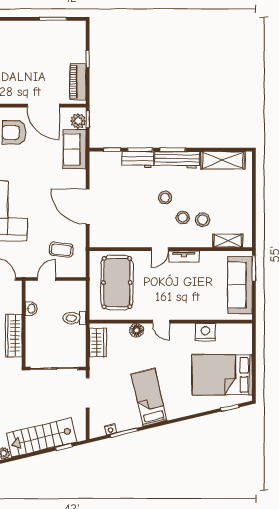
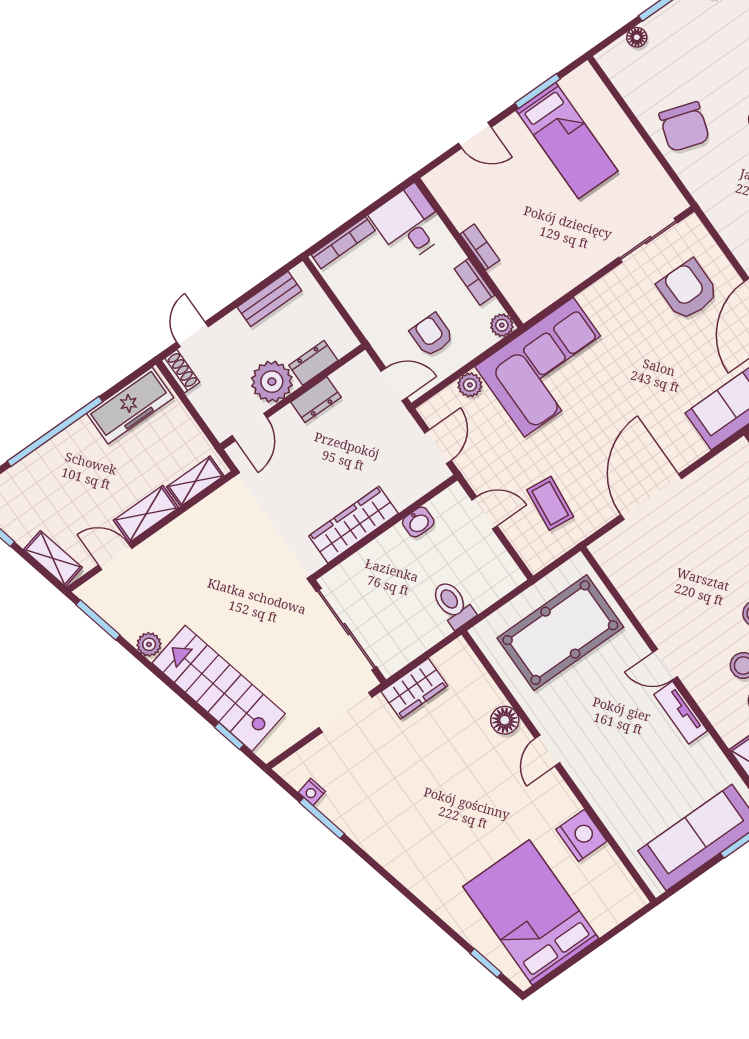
wardrobe: (98, 343) -> (414, 689), moved
bed: (149, 397) -> (409, 818), removed

